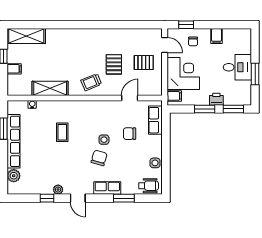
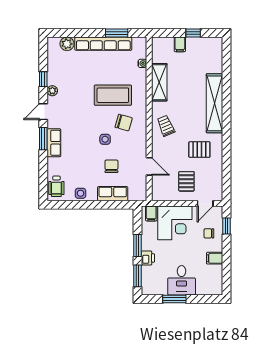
shelving: (26, 36) -> (215, 103), moved, width x1.47
pallet: (114, 64) -> (199, 150), moved
row of seats: (155, 120) -> (113, 194), moved
coffee table: (62, 132) -> (113, 95), width x1.86, depth x1.72
chair: (99, 158) -> (124, 123), moved
window: (124, 198) -> (43, 139), moved

